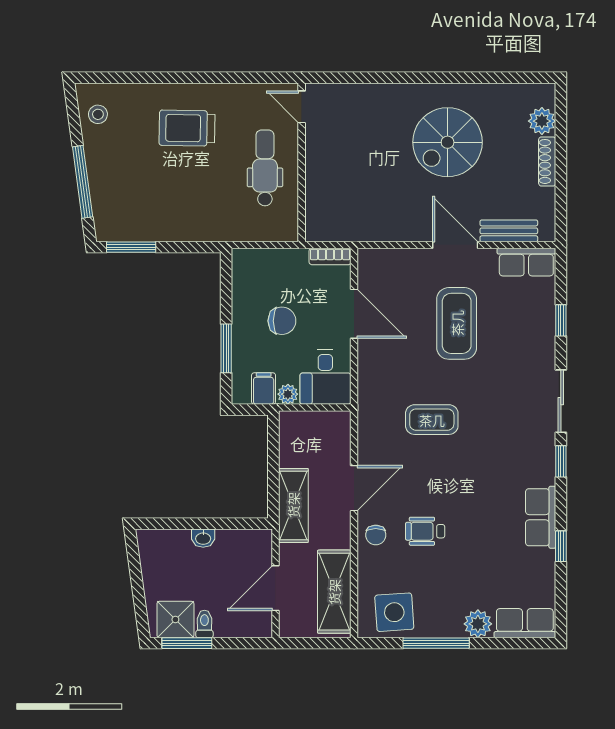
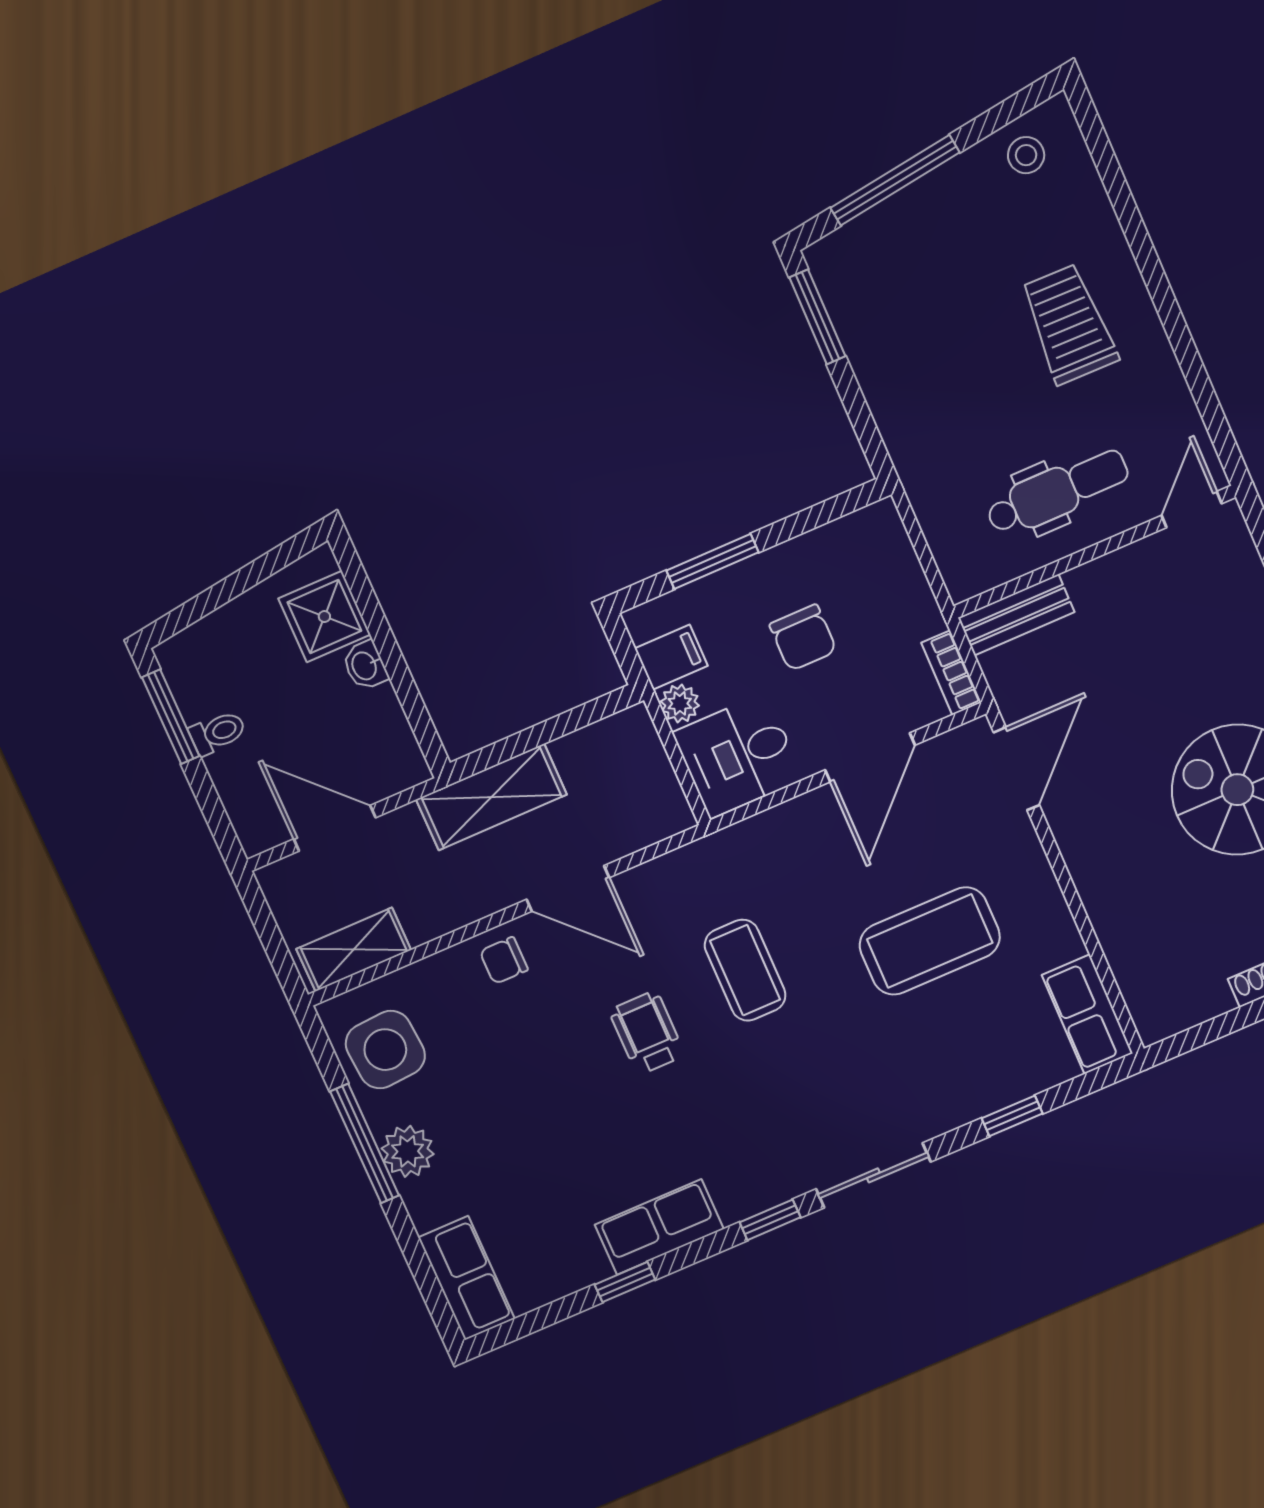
bench: (509, 231) -> (1016, 615), moved, turned 90
door: (455, 245) -> (1017, 769), moved
wheelchair: (425, 531) -> (647, 1033), moved
shelving: (334, 592) -> (354, 949), width x0.67, depth x0.75
shower: (175, 619) -> (324, 617), moved
plant: (478, 624) -> (408, 1151), moved

